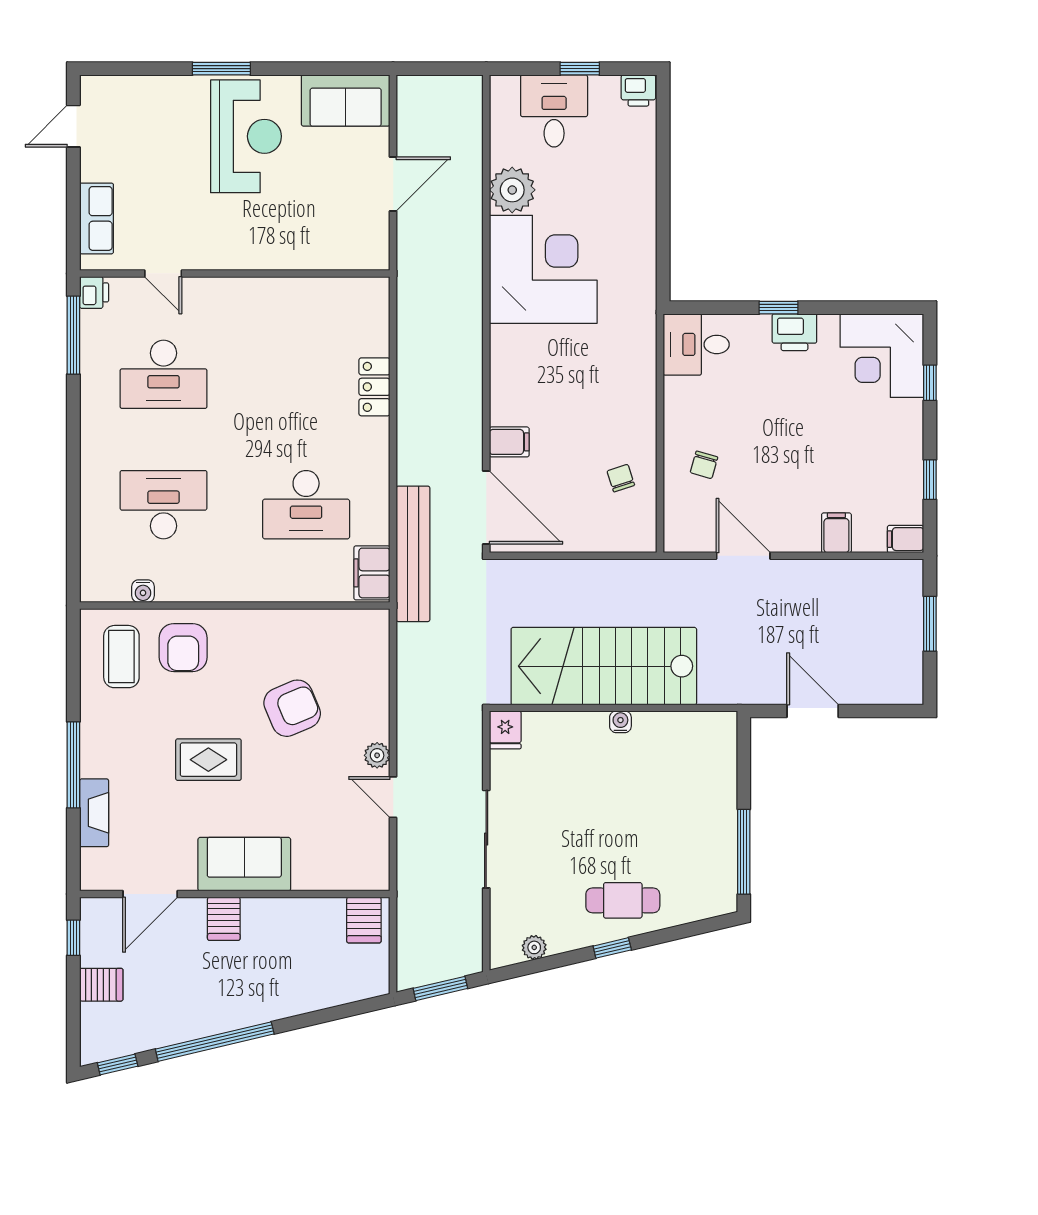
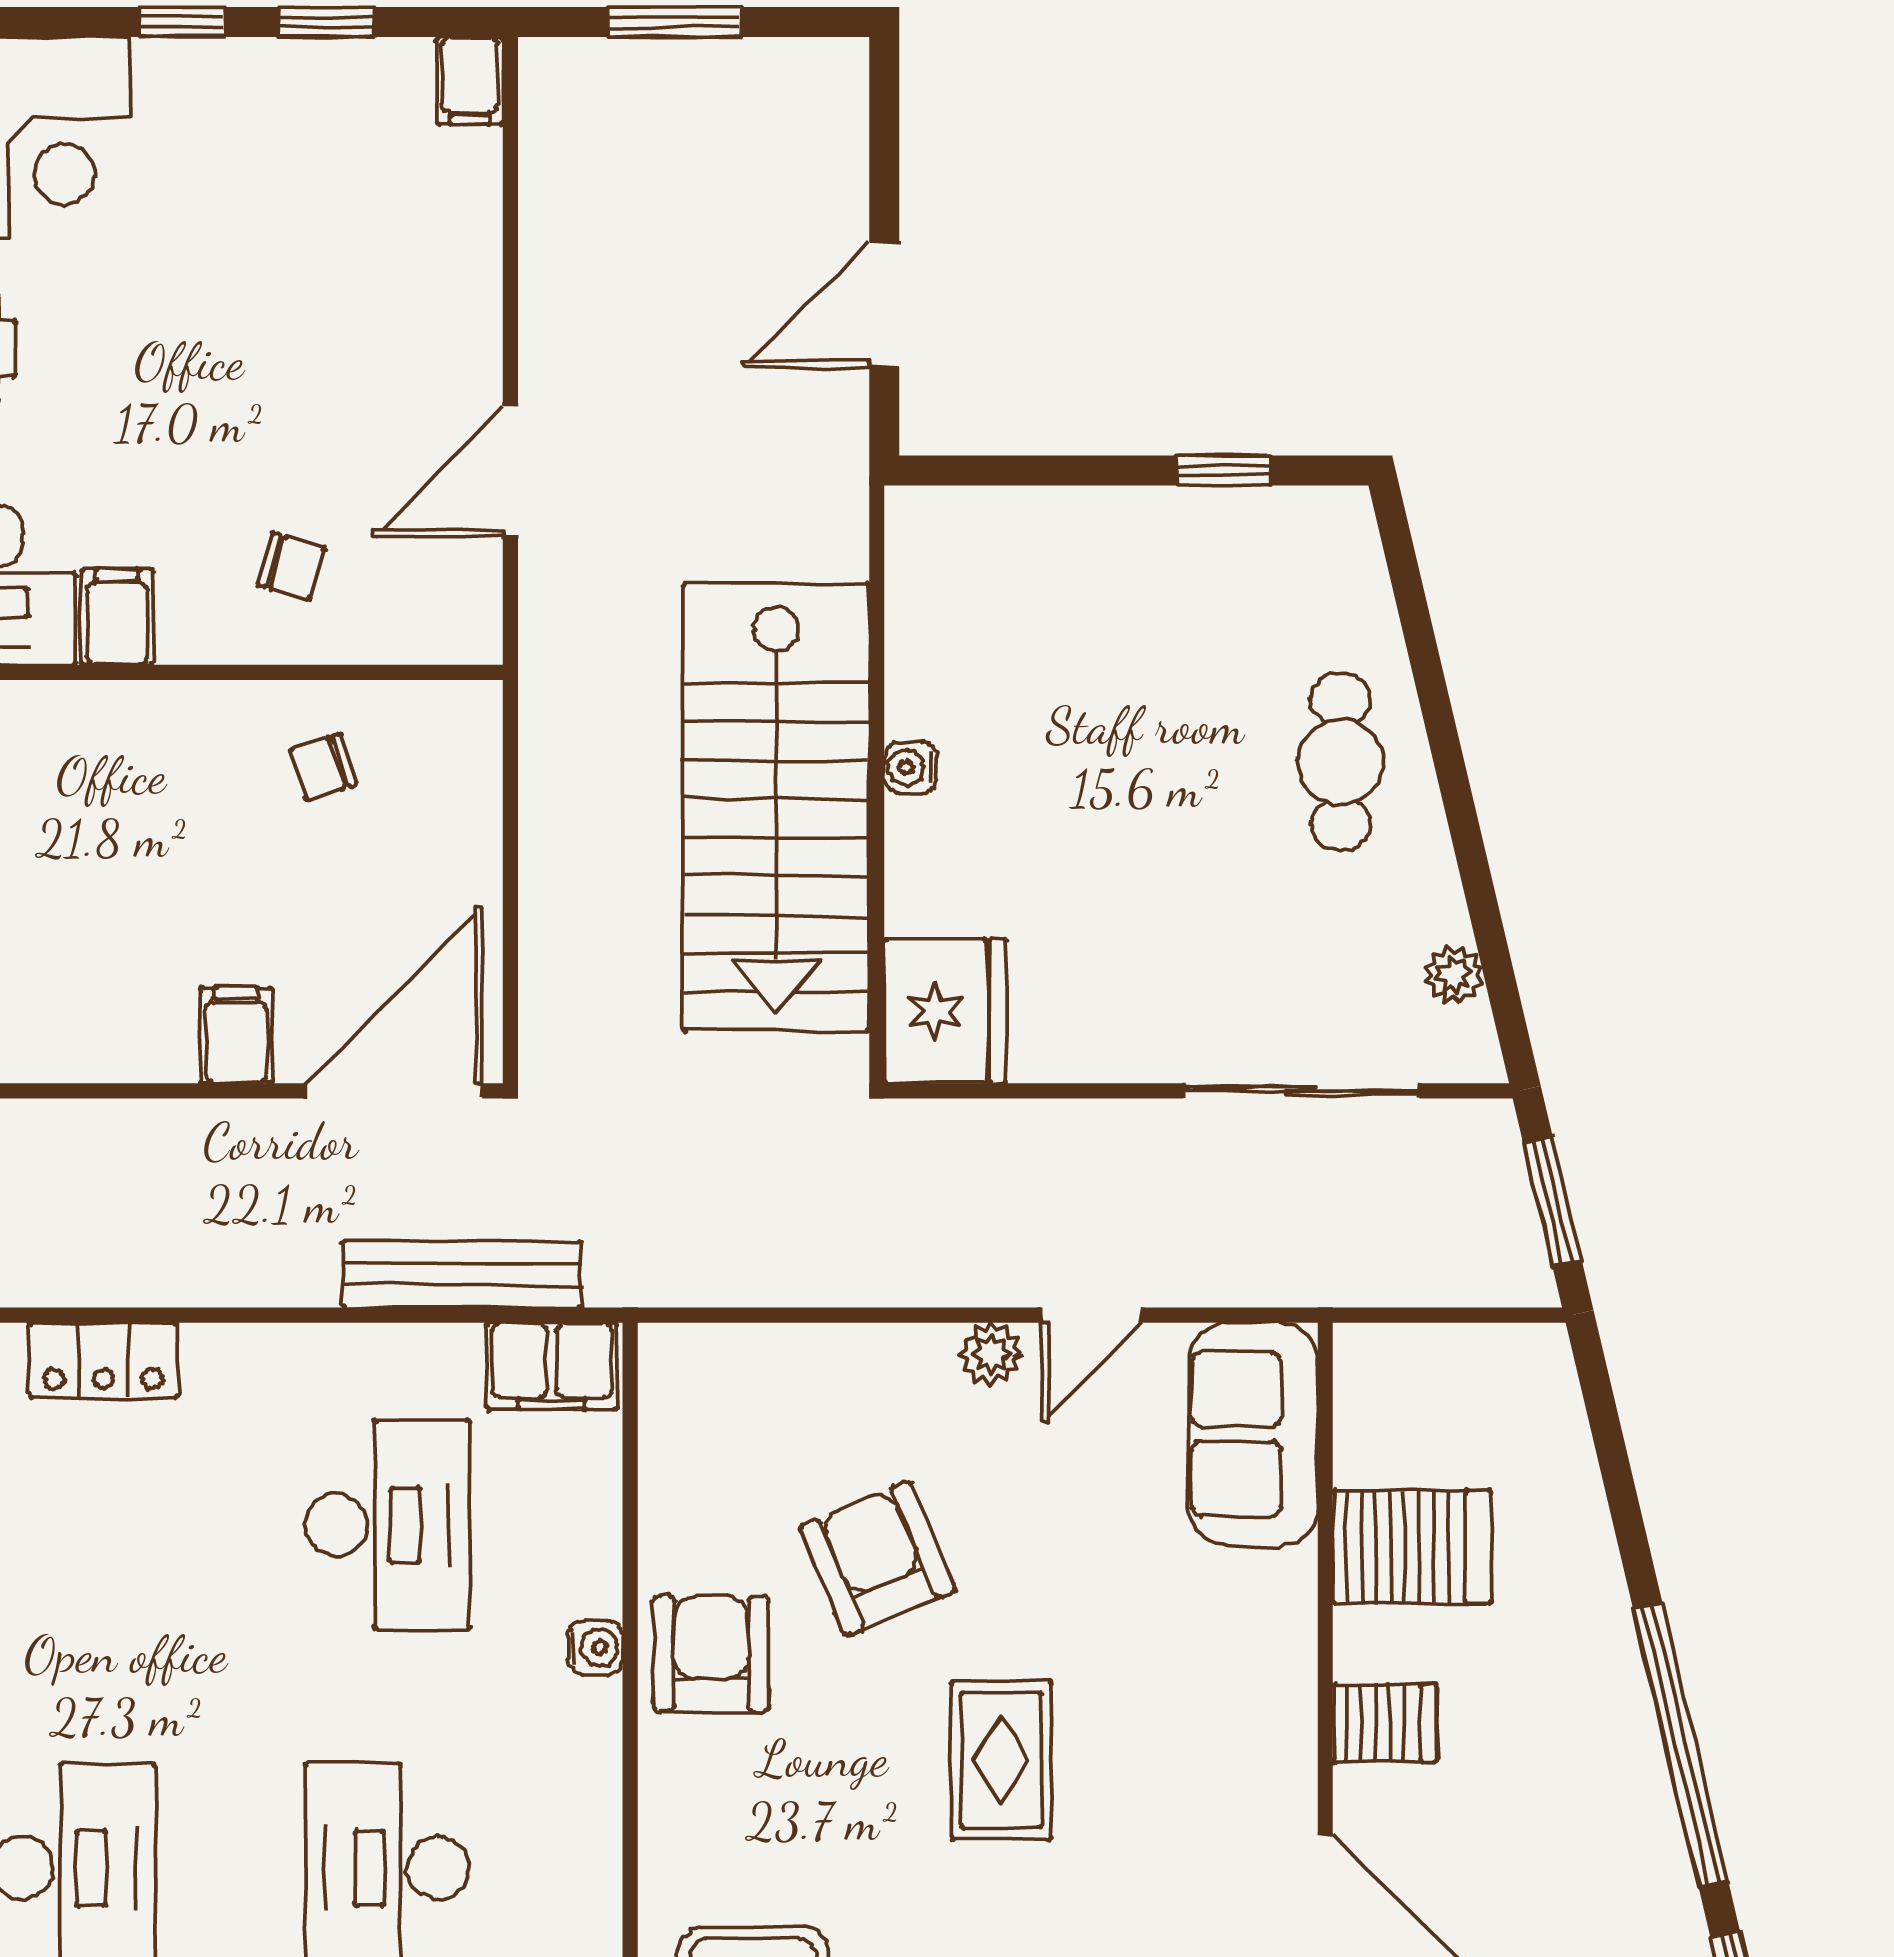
window: (930, 383) -> (182, 22), moved
filing cabinet: (836, 533) -> (117, 617), moved, turned 90
bench: (413, 554) -> (462, 1274), width x0.73, depth x0.82
water cooler: (143, 591) -> (595, 1648), moved
armchair: (183, 648) -> (711, 1654), moved, turned -90
fridge: (505, 730) -> (945, 1011), width x1.88, depth x1.34
sliding door: (486, 839) -> (1301, 1091), moved
window: (744, 852) -> (1223, 471), width x0.46
sofa: (244, 864) -> (1253, 1434), moved
server rack: (364, 920) -> (1412, 1547), moved, width x1.36, depth x1.44
window: (612, 948) -> (1455, 787), removed

